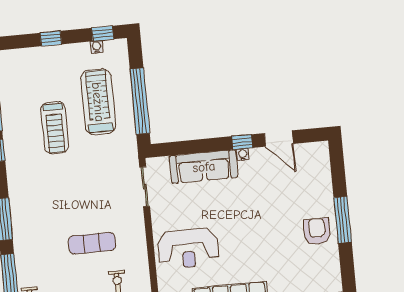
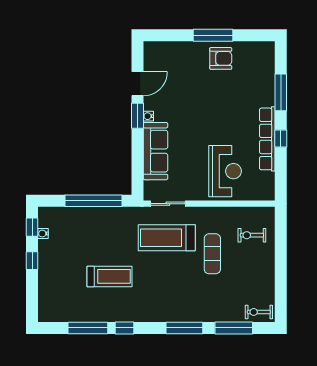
window: (51, 39) -> (32, 261), moved
treadmill: (98, 102) -> (167, 238), moved
window: (242, 142) -> (137, 116), width x1.50
armchair: (317, 231) -> (221, 58), turned 180

